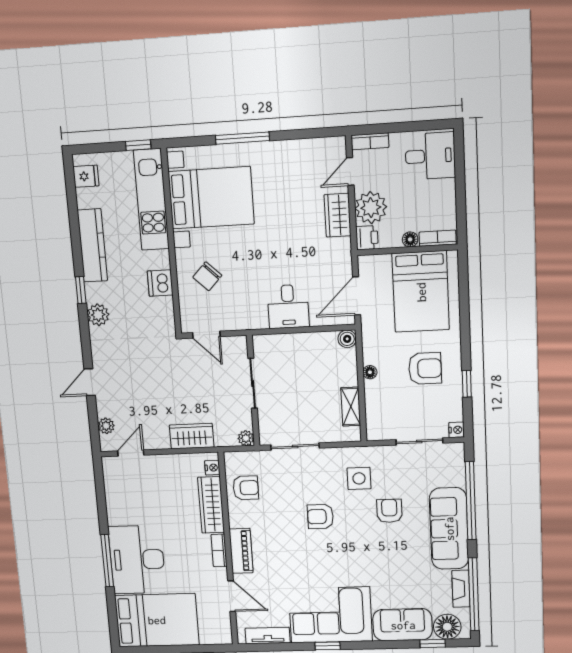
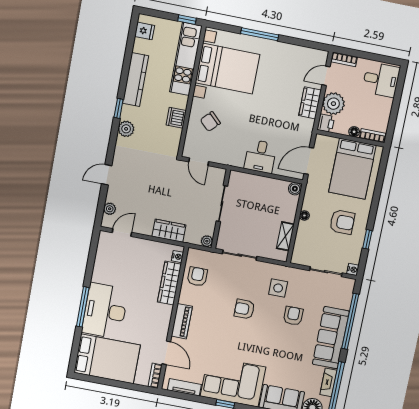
armchair: (246, 488) -> (197, 277), turned -90
bookcase: (219, 550) -> (155, 376), moved

